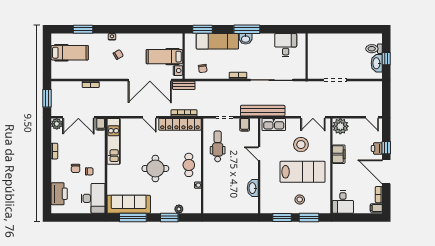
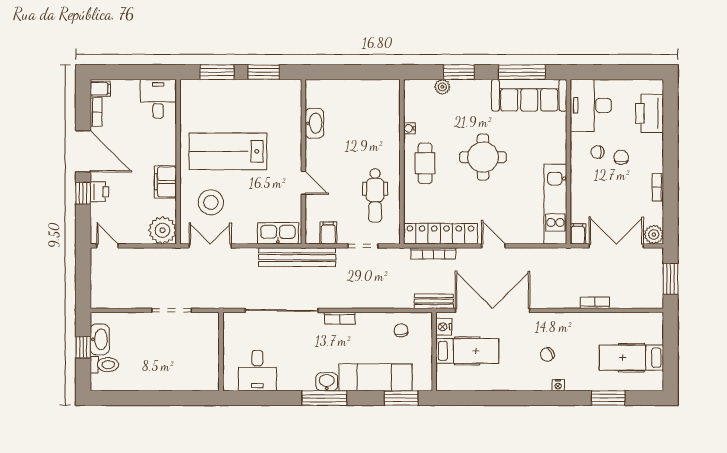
stool: (301, 145) -> (211, 202), moved
stool: (300, 199) -> (233, 103), removed

